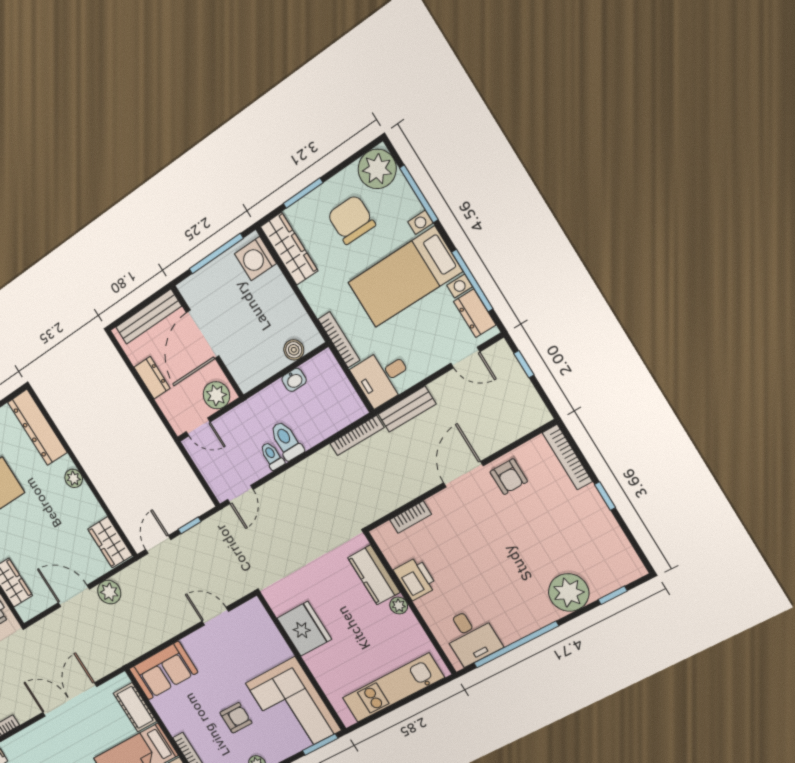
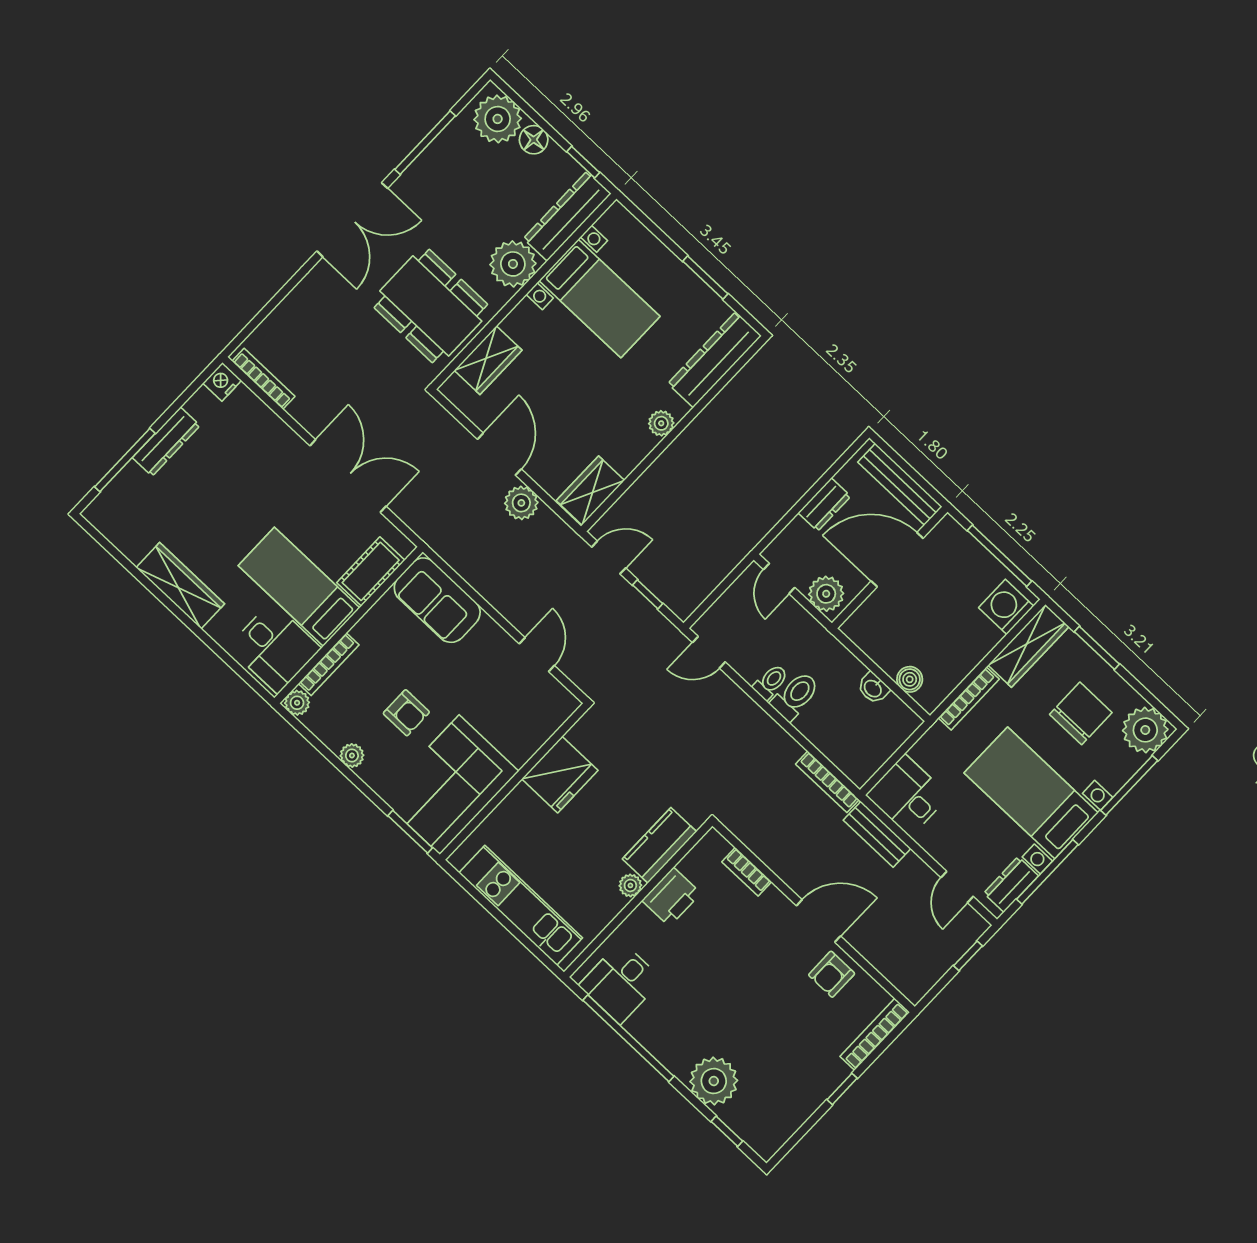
bookcase: (339, 340) -> (969, 699), moved

